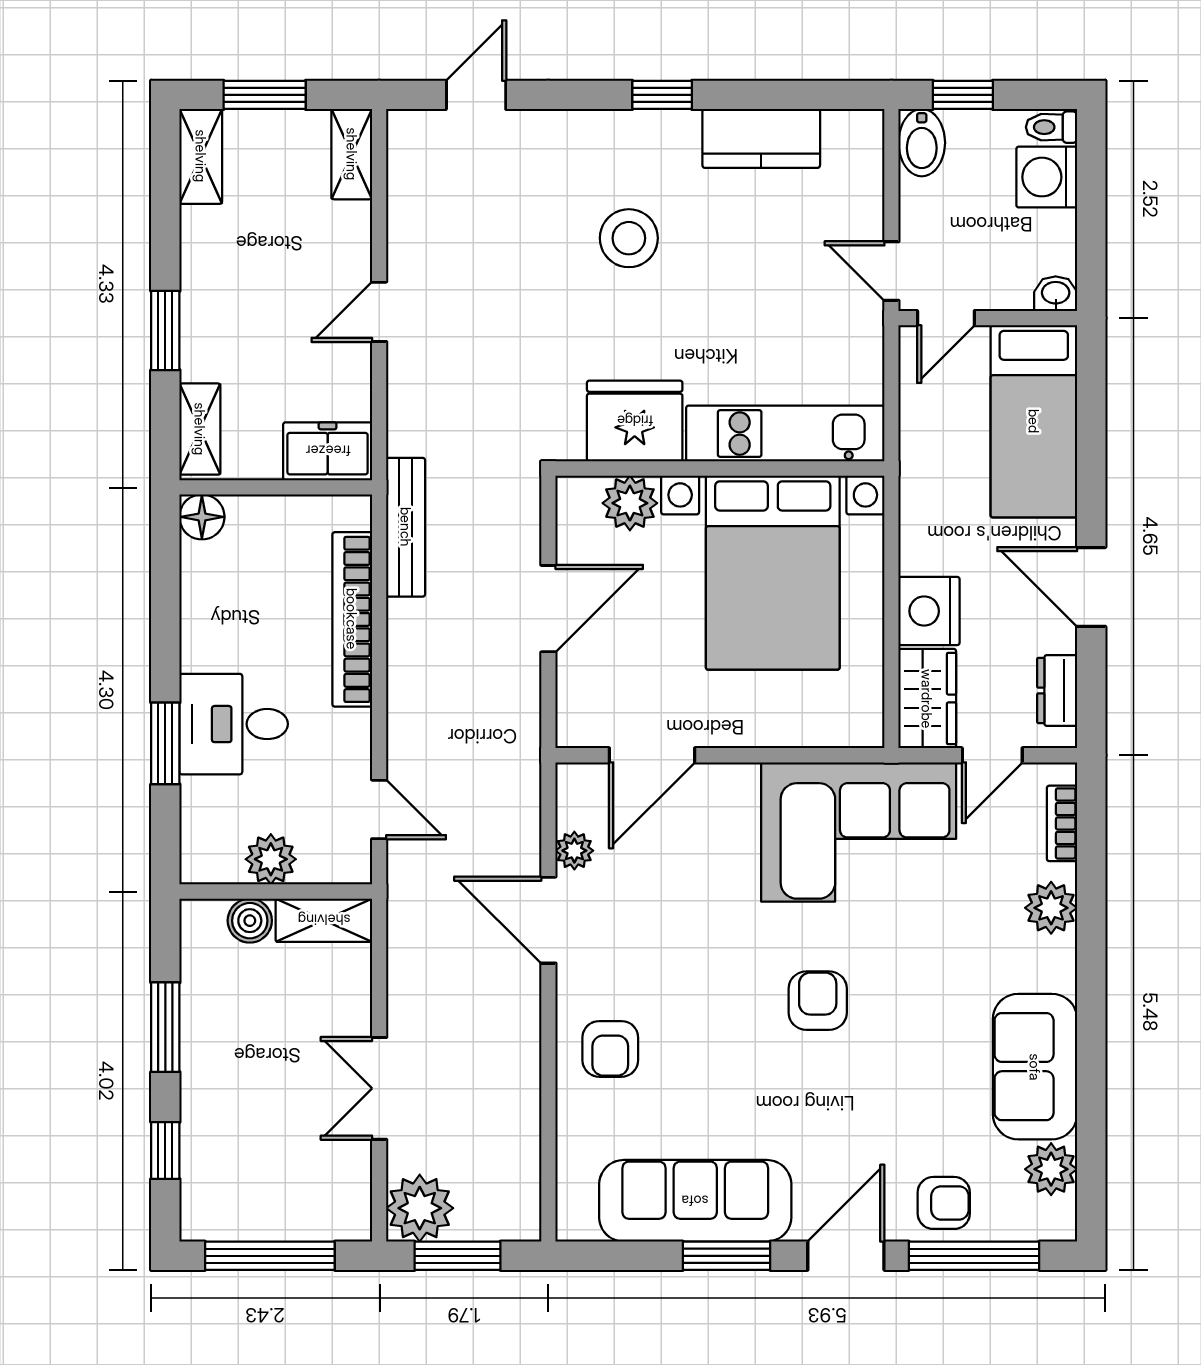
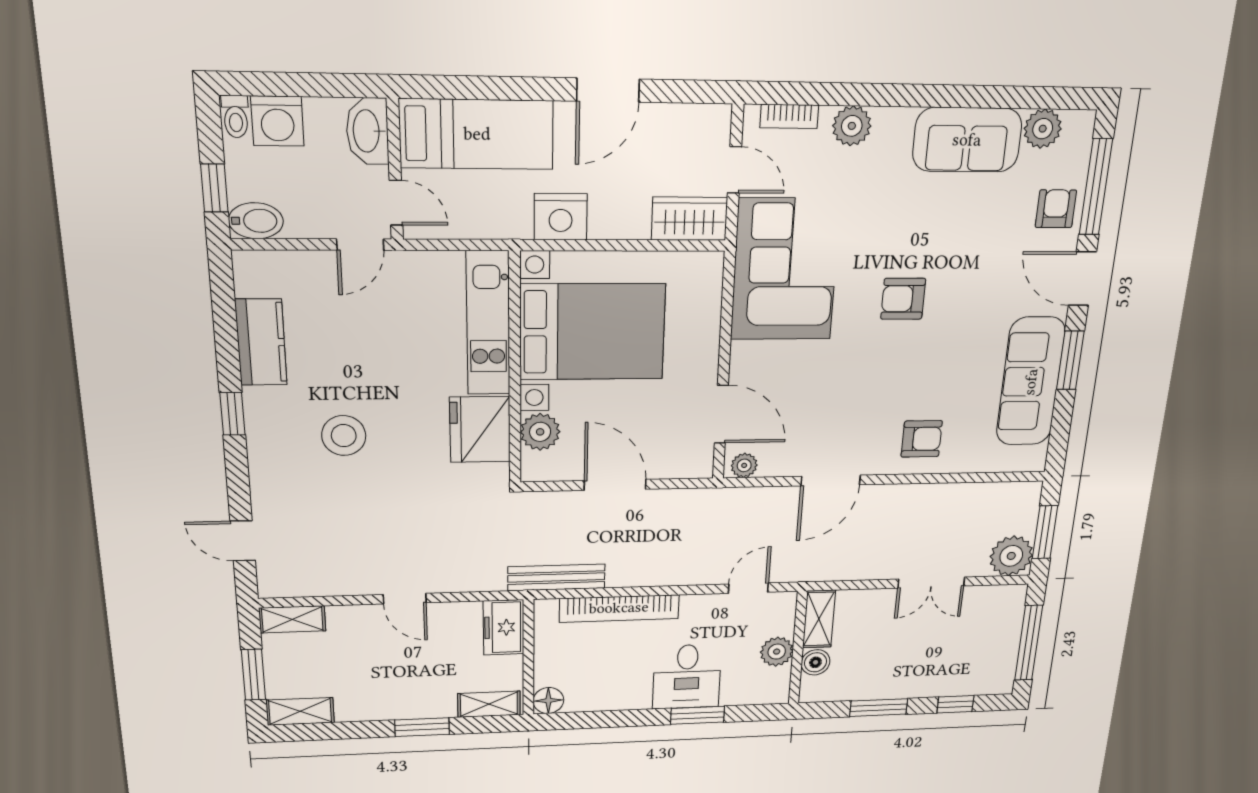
washbasin: (1056, 294) -> (367, 131), width x1.91, depth x1.45
nightstand: (929, 611) -> (561, 217), moved
dresser: (1057, 690) -> (688, 119), removed
plant: (574, 851) -> (744, 465), moved

